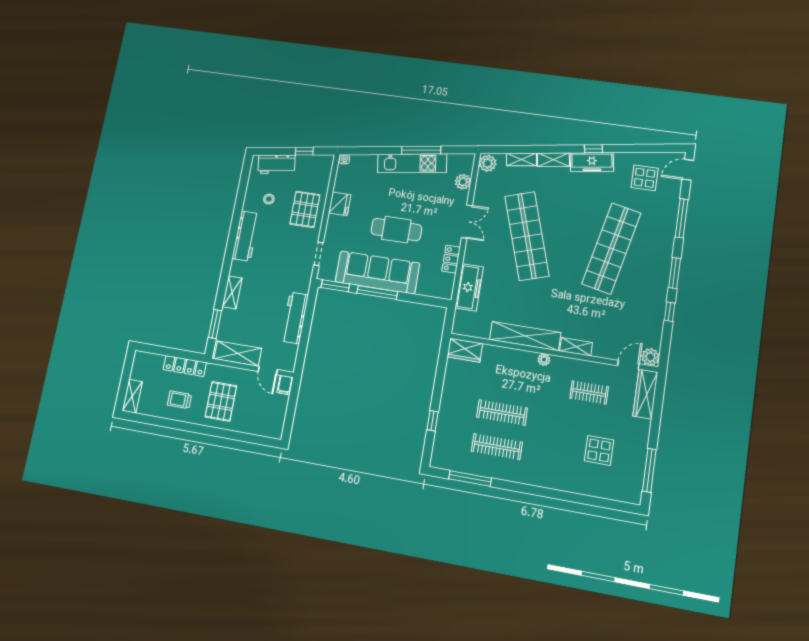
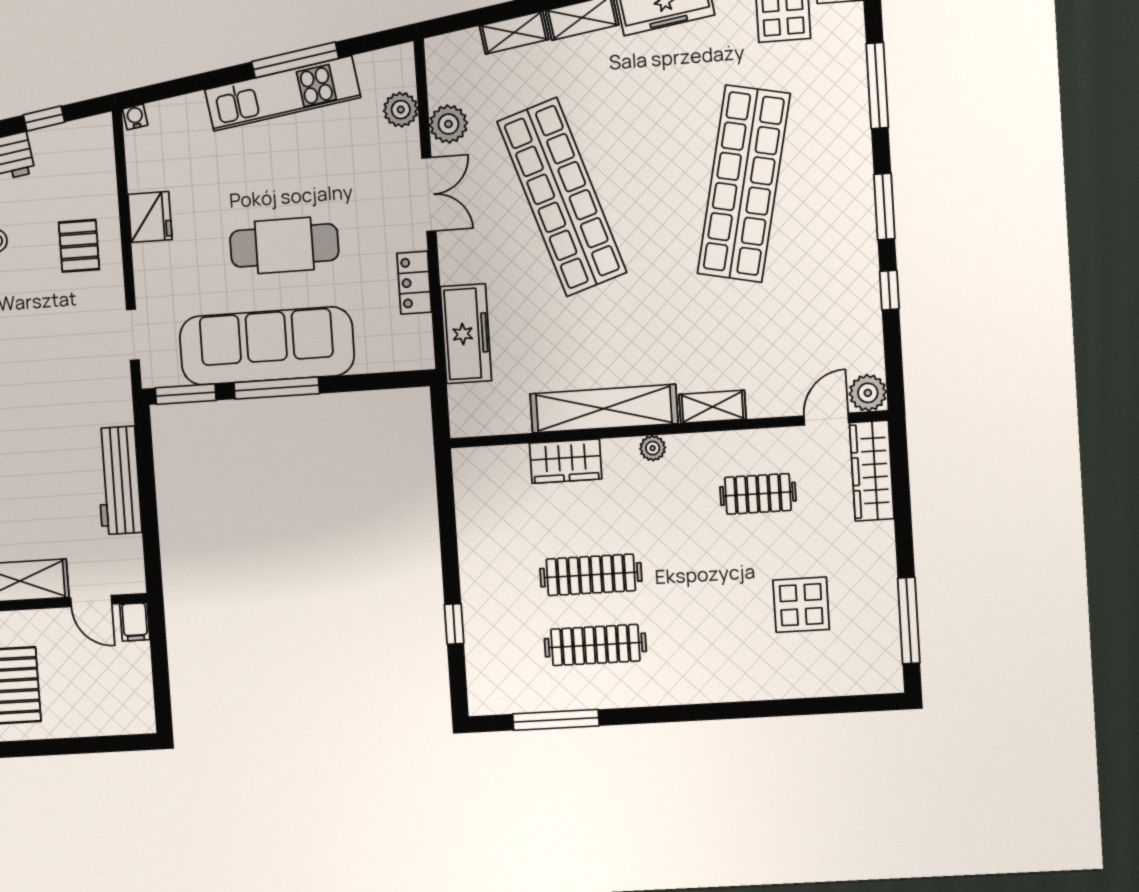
plant: (488, 163) -> (448, 124), moved
pallet: (305, 209) -> (79, 246), width x0.67, depth x0.71
wardrobe: (465, 350) -> (566, 461), moved

